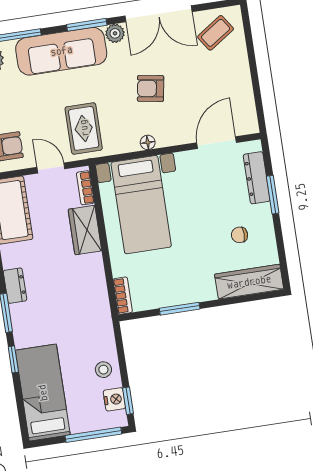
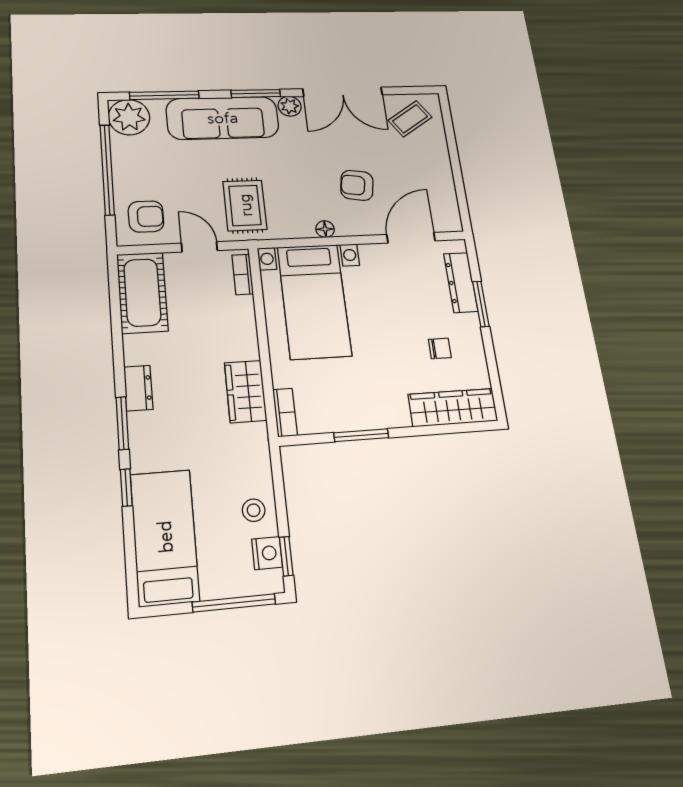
armchair: (151, 88) -> (357, 185), moved
wardrobe: (85, 230) -> (246, 392), moved
chair: (239, 235) -> (440, 348), turned 180

